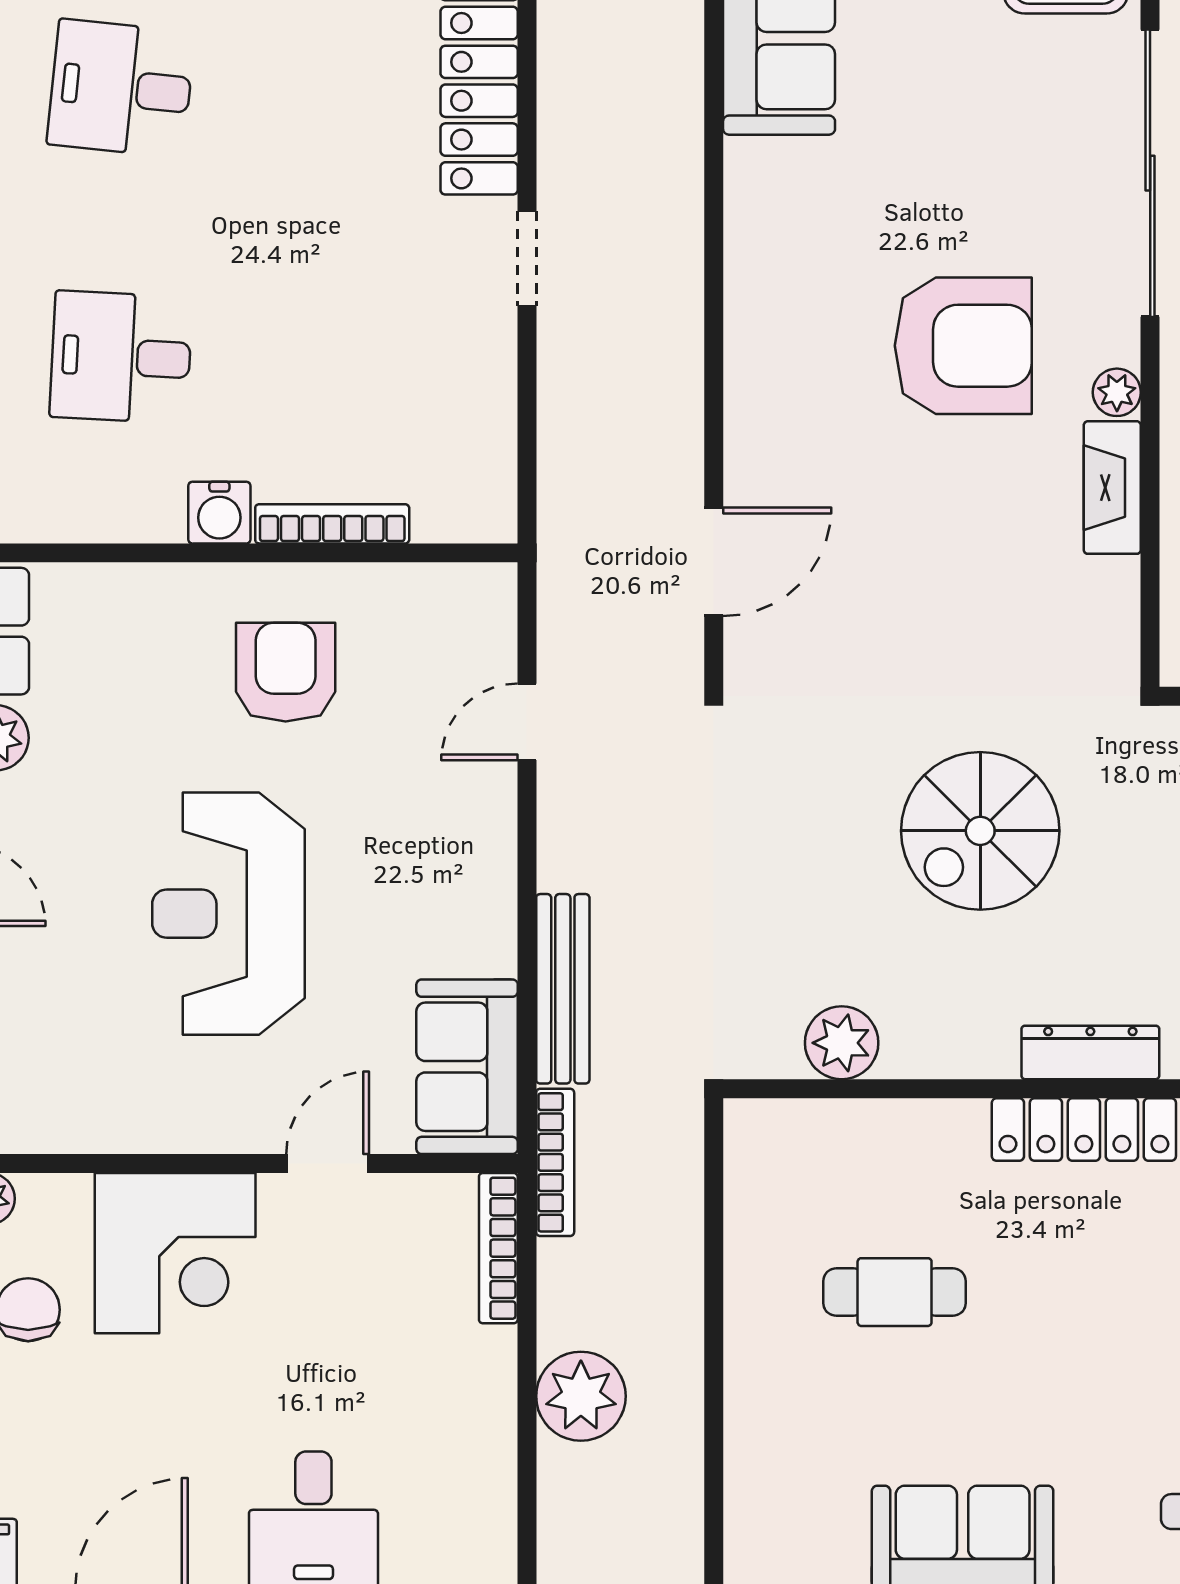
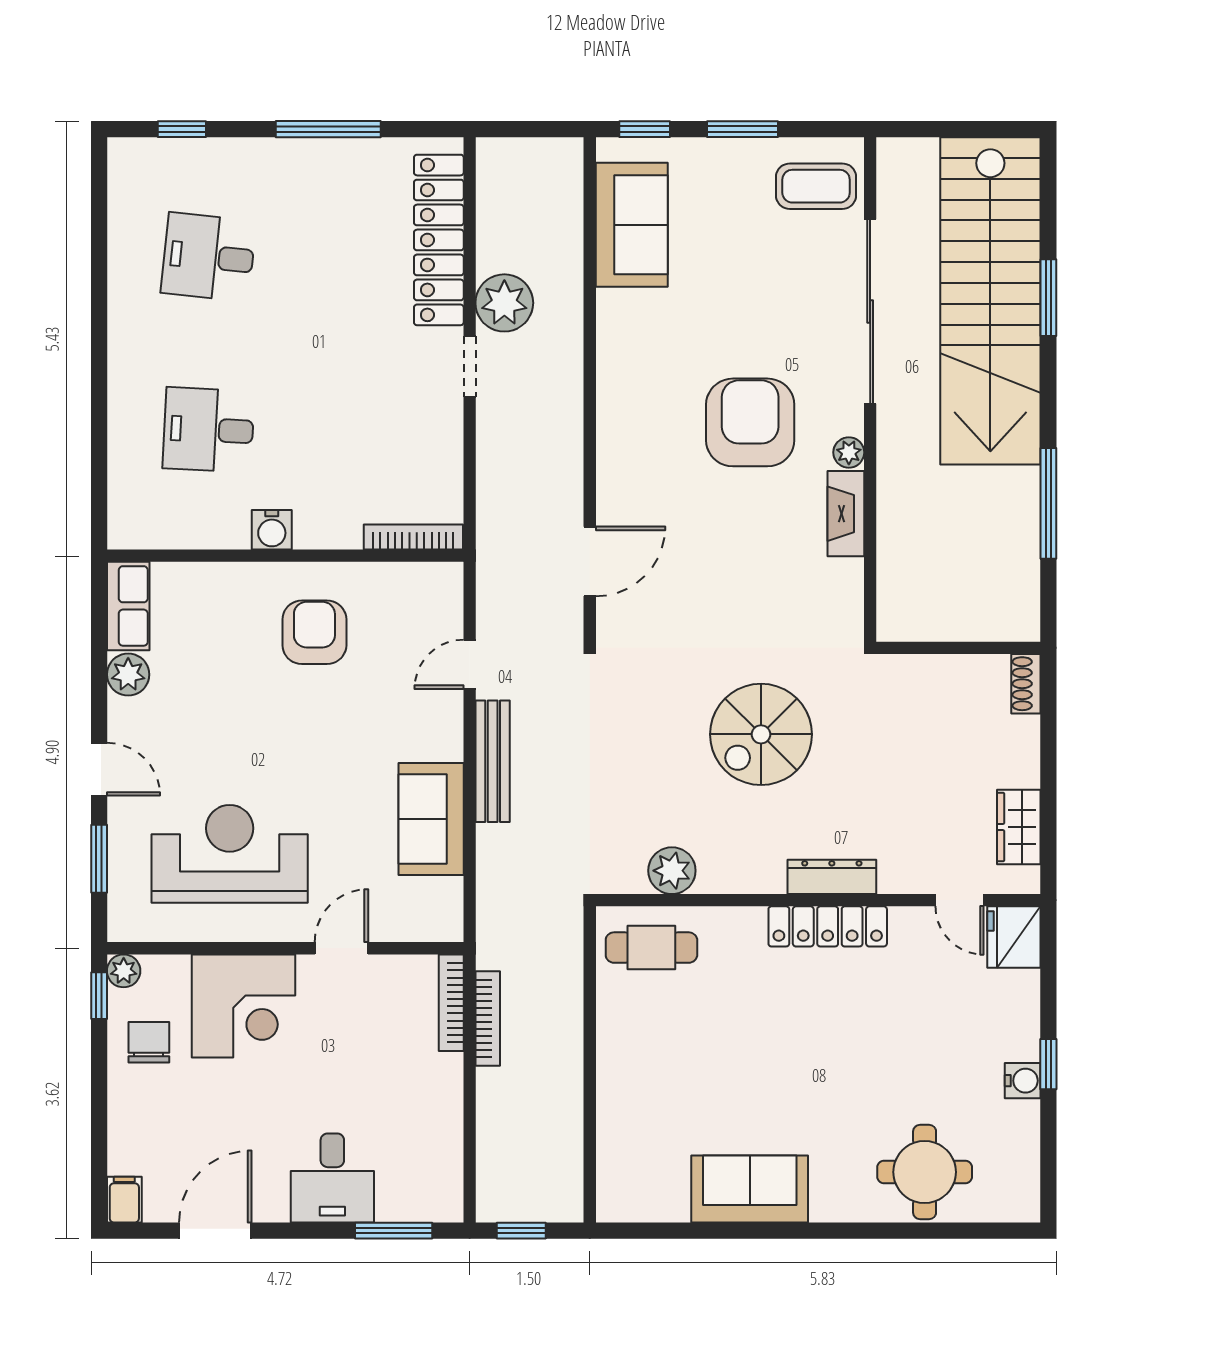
armchair: (963, 346) -> (750, 422), turned -90
bookcase: (332, 524) -> (413, 537), moved
reception desk: (229, 914) -> (230, 854), moved, turned 90
bench: (563, 989) -> (493, 761), moved
sofa: (467, 1067) -> (431, 819), moved
bookcase: (555, 1162) -> (488, 1019), moved
cafe table: (895, 1292) -> (651, 948), moved
plant: (581, 1396) -> (504, 303), moved

